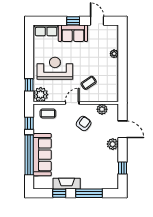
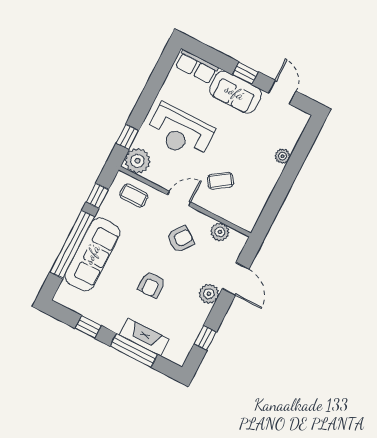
reception desk: (55, 68) -> (180, 132), turned 180
armchair: (81, 155) -> (151, 285), added
fireplace: (67, 184) -> (144, 337), moved

